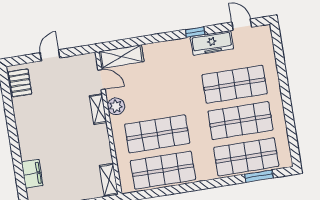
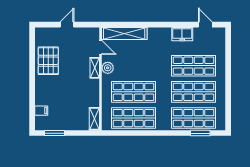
window: (195, 32) -> (172, 25), removed
freezer: (212, 43) -> (182, 34), width x0.71
shelving: (121, 57) -> (124, 33), width x1.47
pallet: (20, 83) -> (48, 61), moved, width x1.50, depth x1.42
filing cabinet: (32, 174) -> (41, 111), width x0.50

